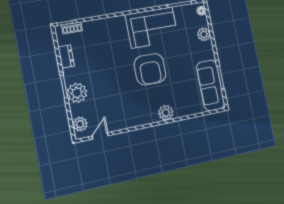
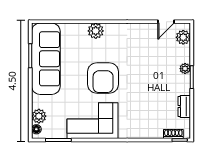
plant: (204, 34) -> (39, 116), moved
armchair: (150, 69) -> (103, 78), turned 180
sofa: (211, 85) -> (46, 59), width x1.36, depth x1.27
plant: (77, 93) -> (185, 69), width x0.53, depth x0.53

